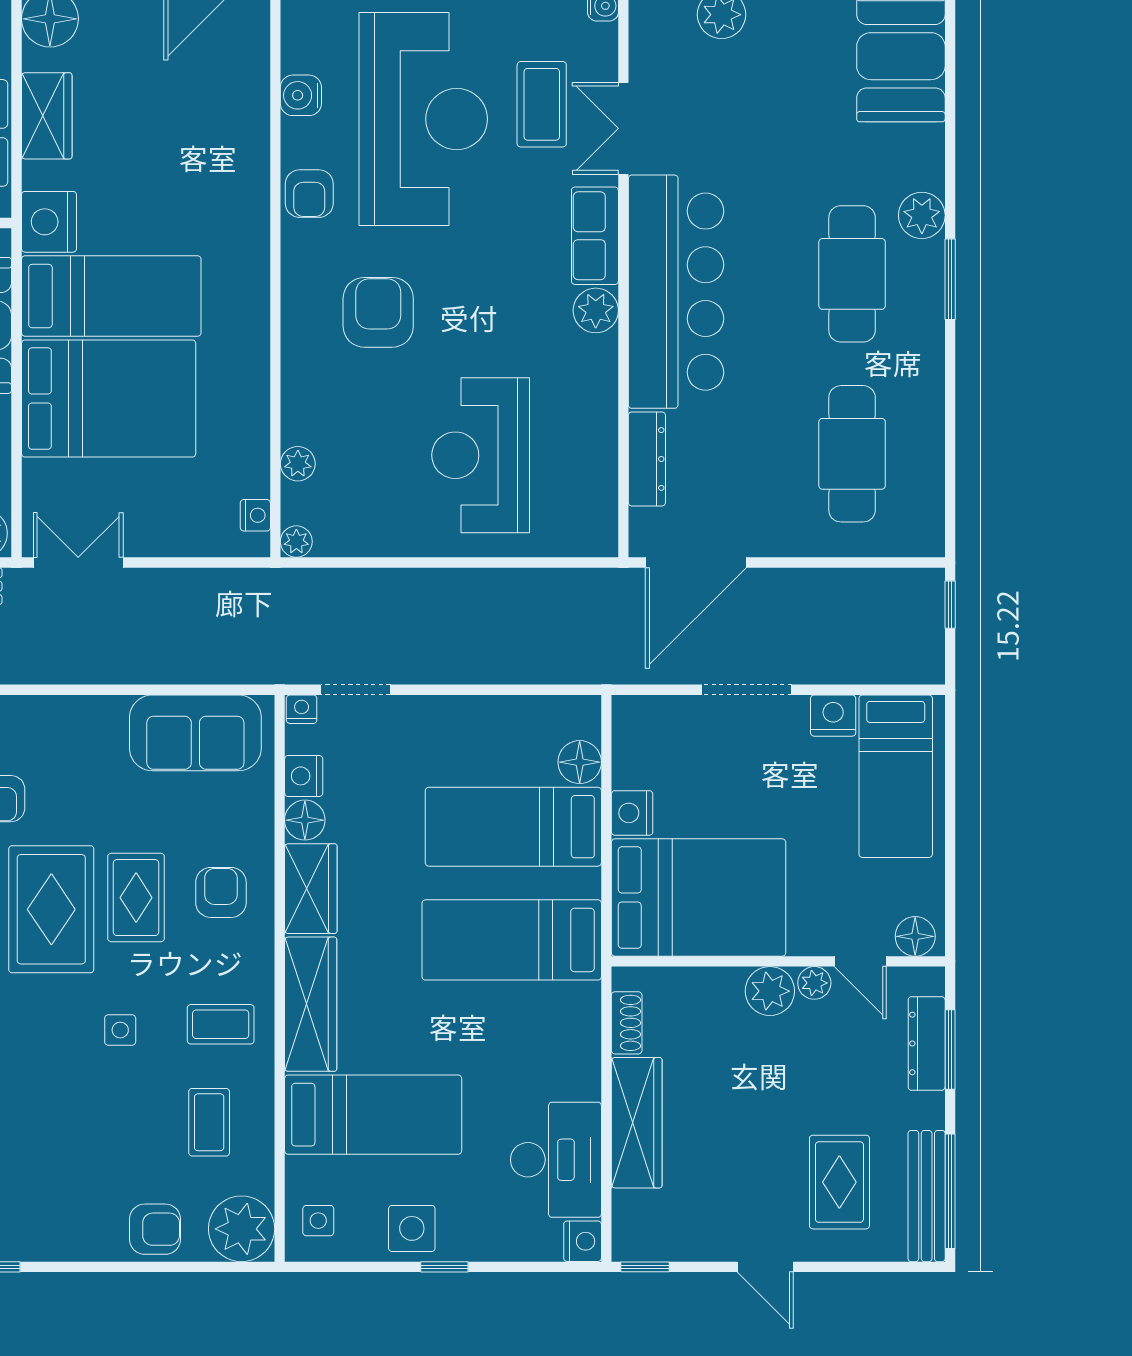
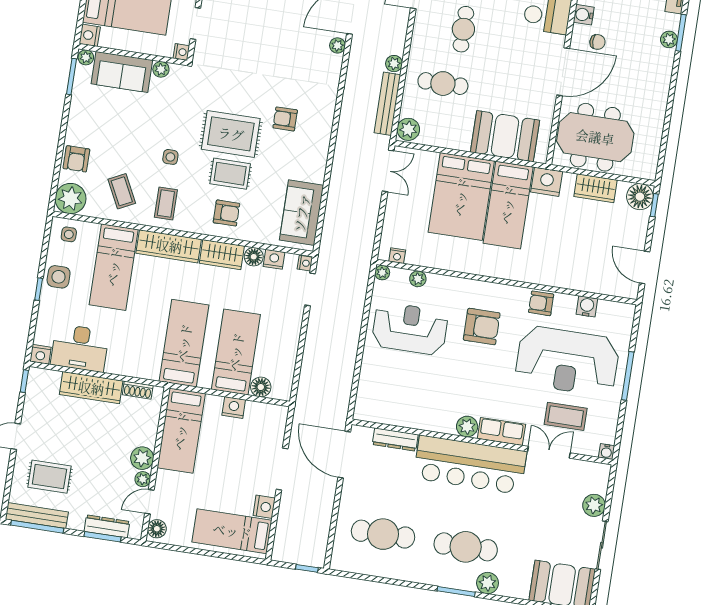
reception desk: (481, 455) -> (410, 329), moved
bed: (699, 897) -> (181, 431), width x0.67
coffee table: (209, 1122) -> (122, 191), turned 63

